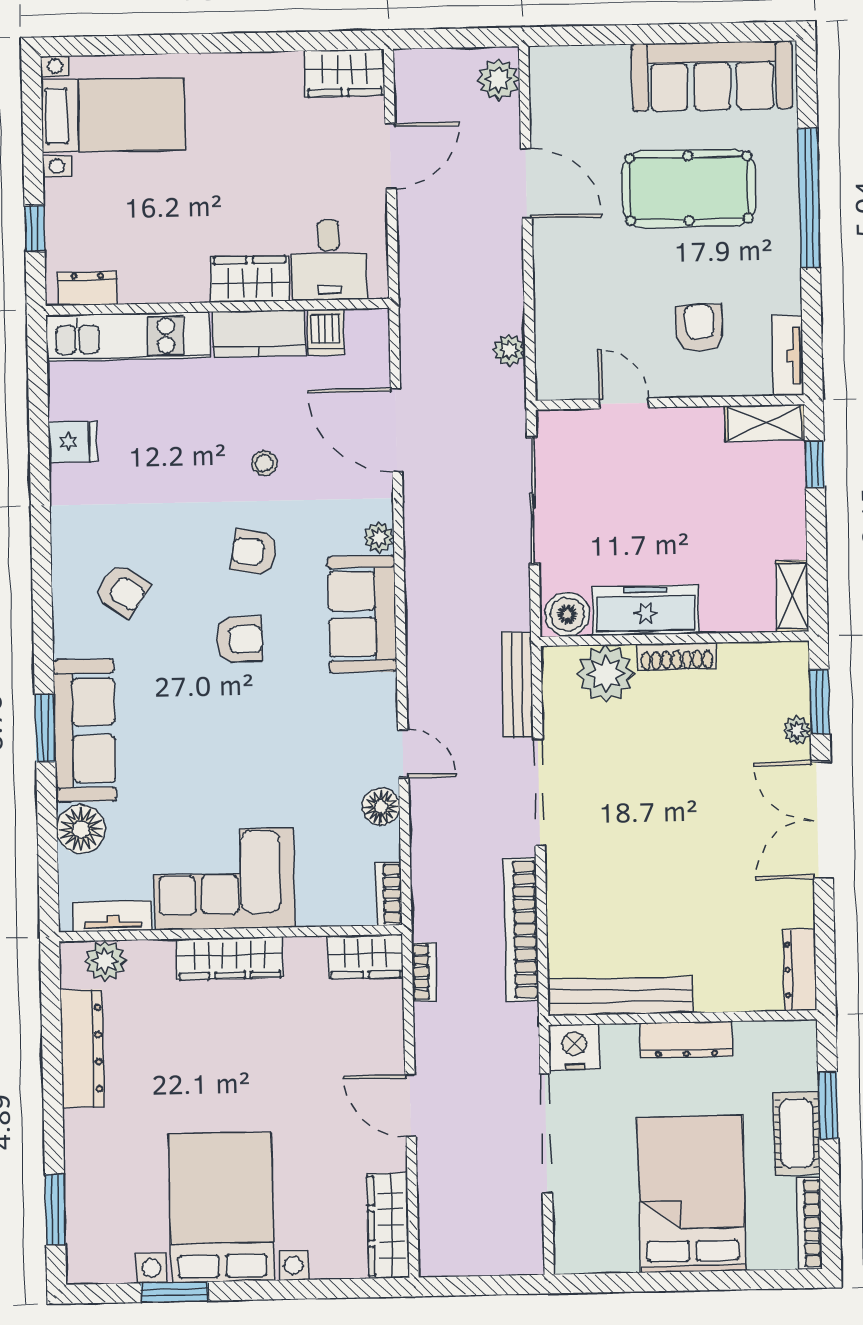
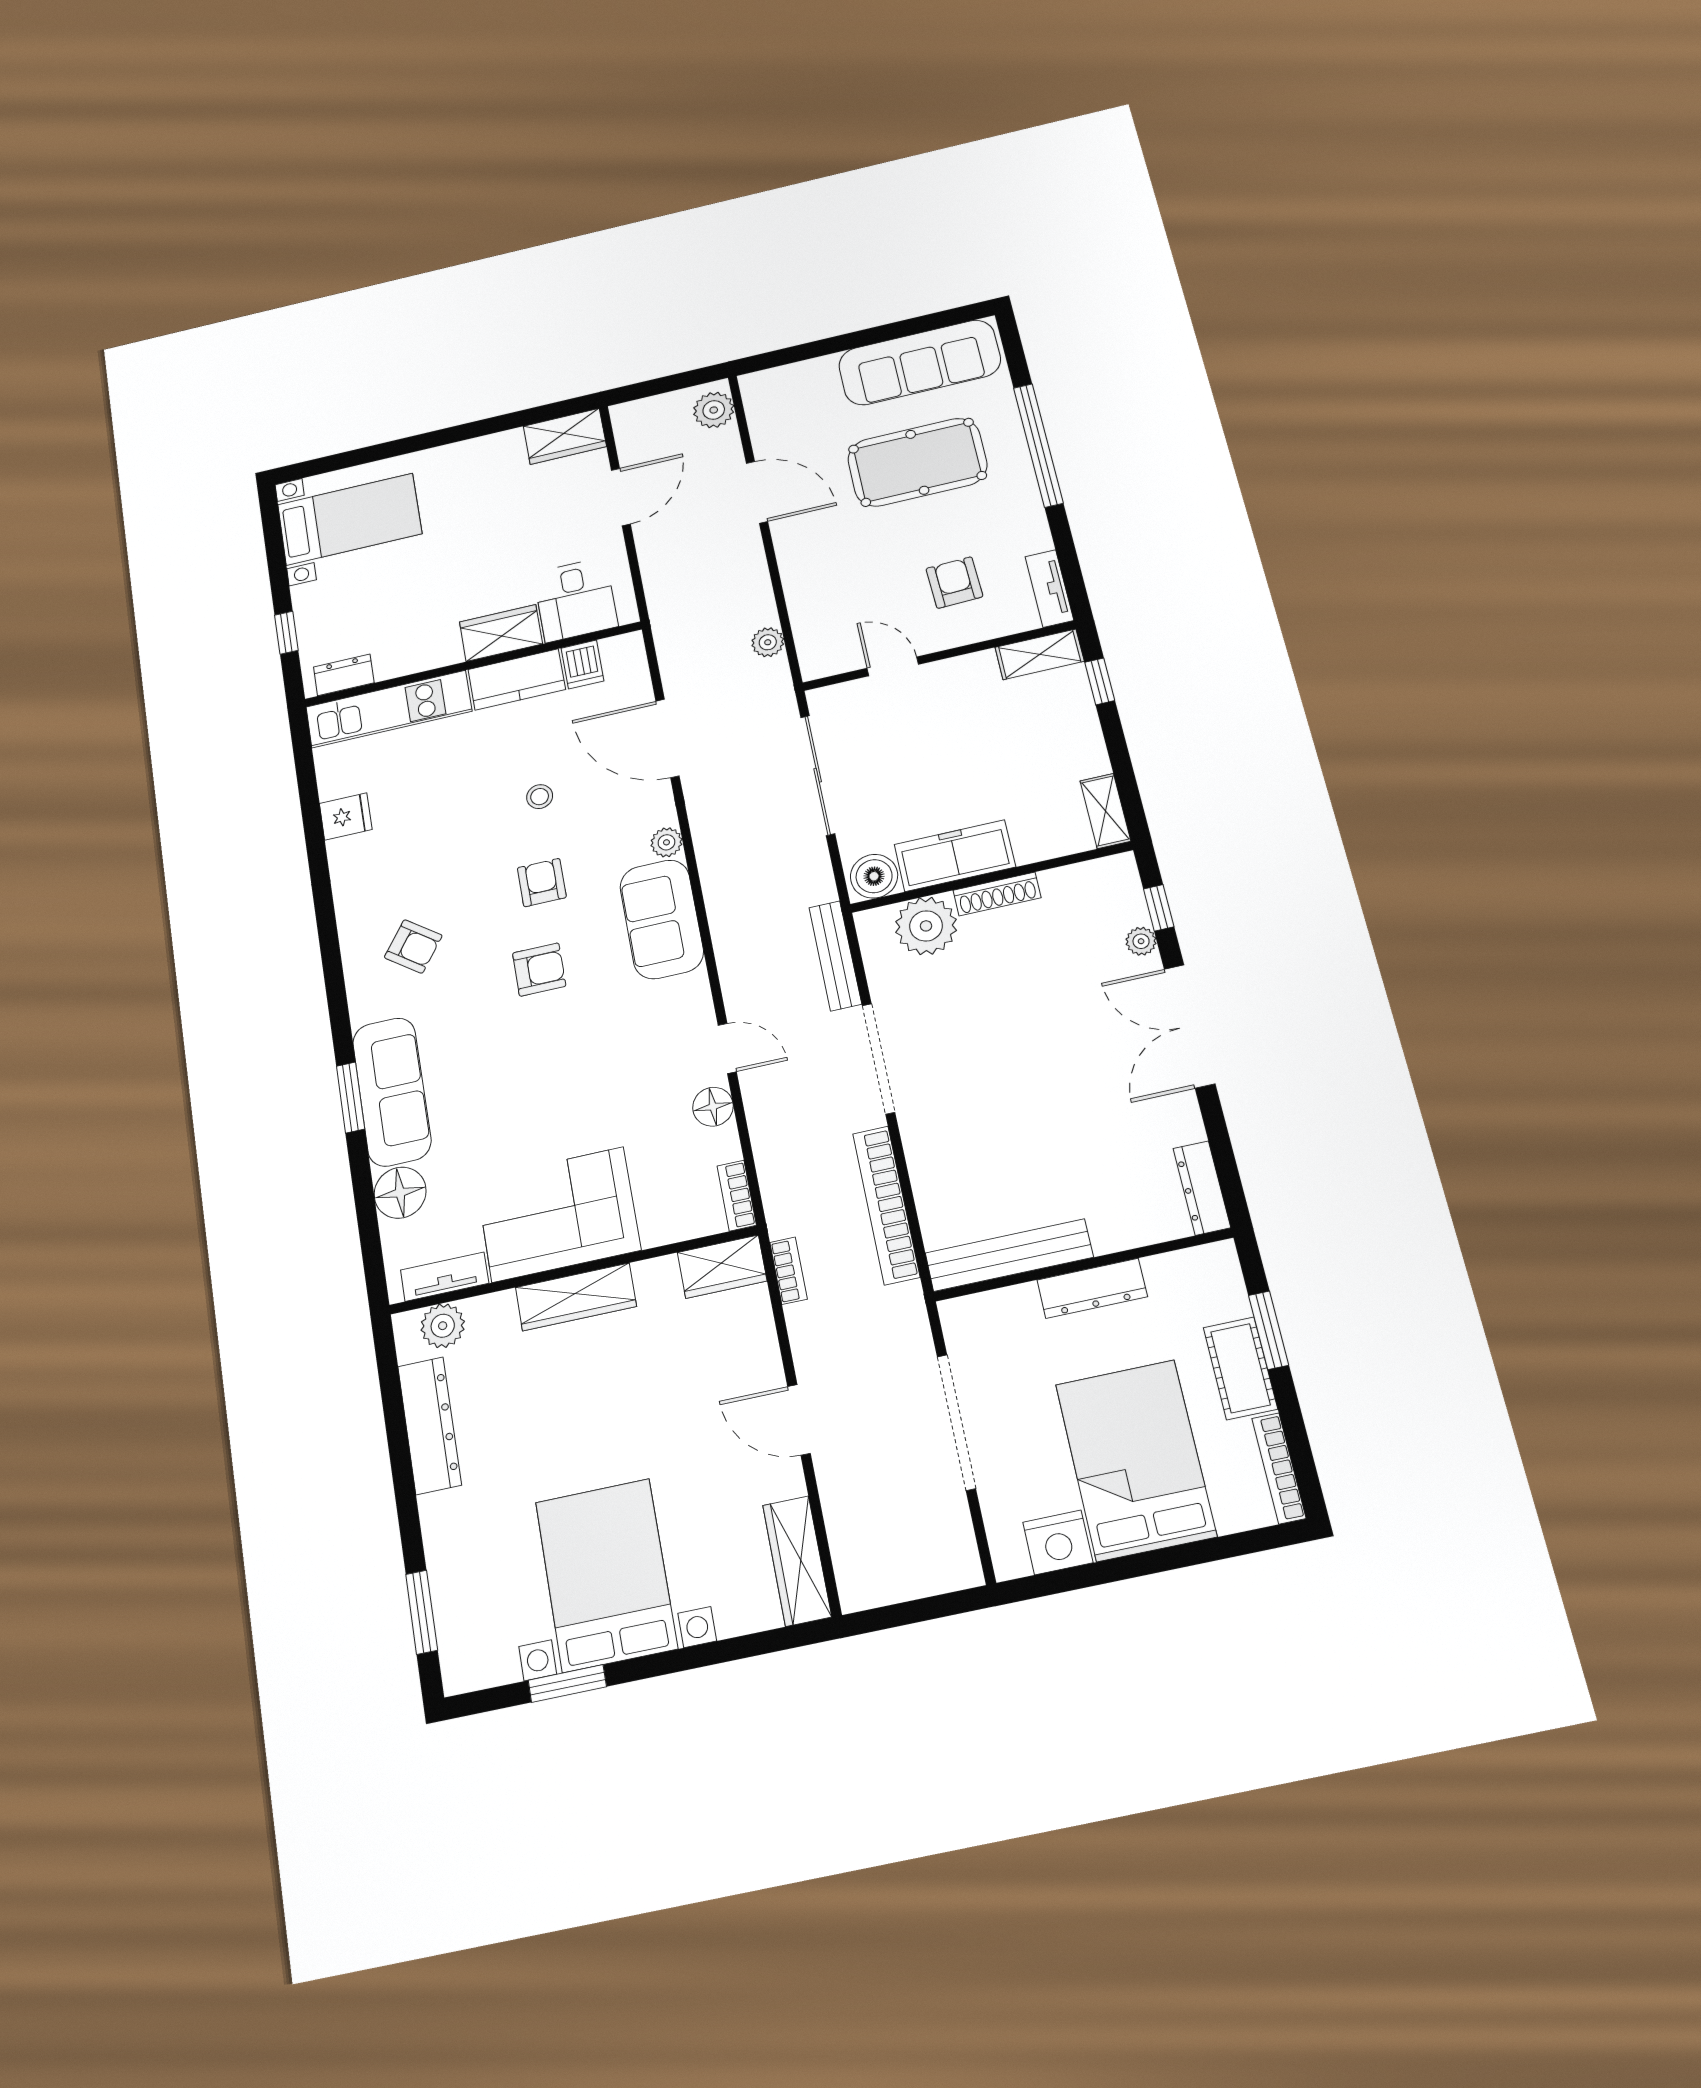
armchair: (254, 552) -> (542, 883), turned 81
window: (820, 702) -> (1159, 908), width x0.67
nightstand: (574, 1047) -> (1058, 1542), moved, turned 180

